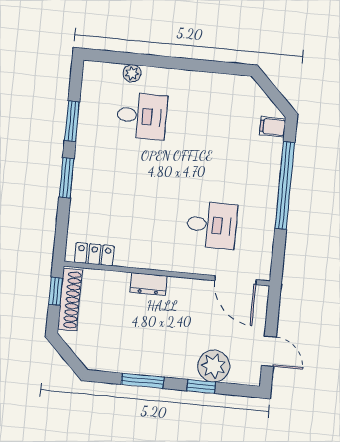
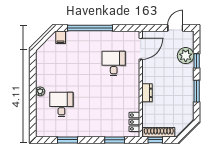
plant: (132, 73) -> (40, 91), moved
window: (67, 178) -> (115, 140), moved

